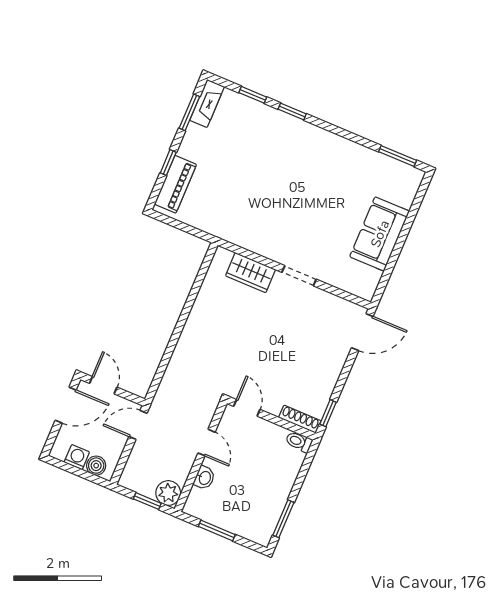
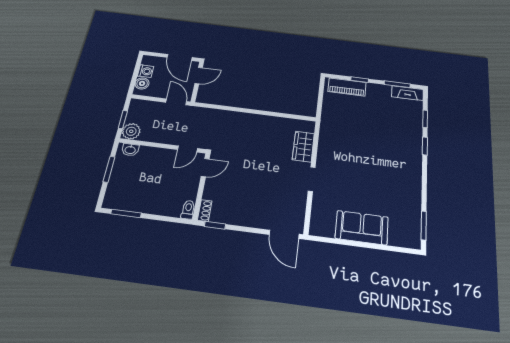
shoe rack: (300, 419) -> (205, 211), width x0.70
door: (206, 443) -> (187, 149), moved
washbasin: (204, 478) -> (130, 150), moved

